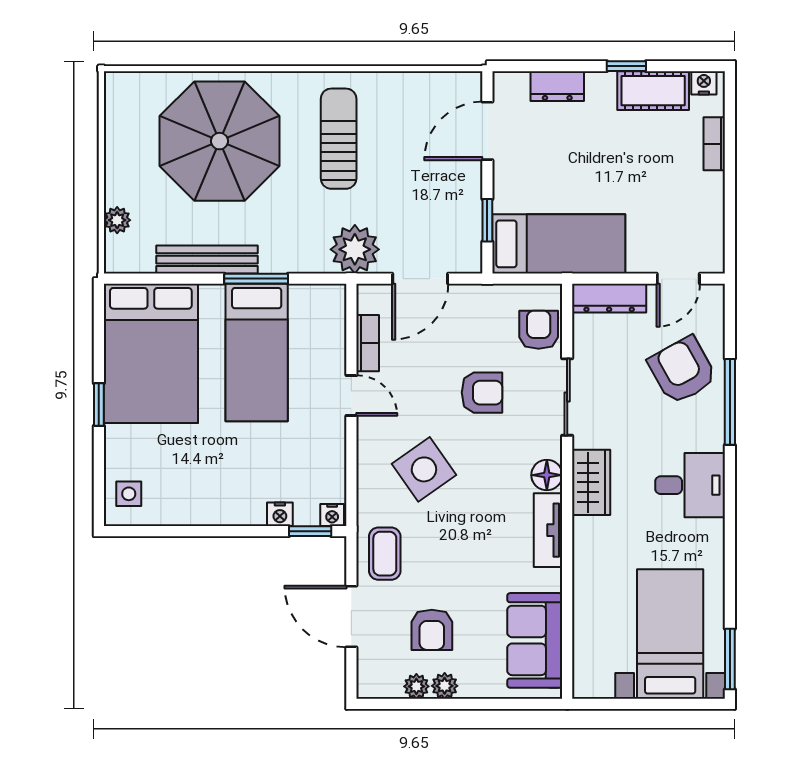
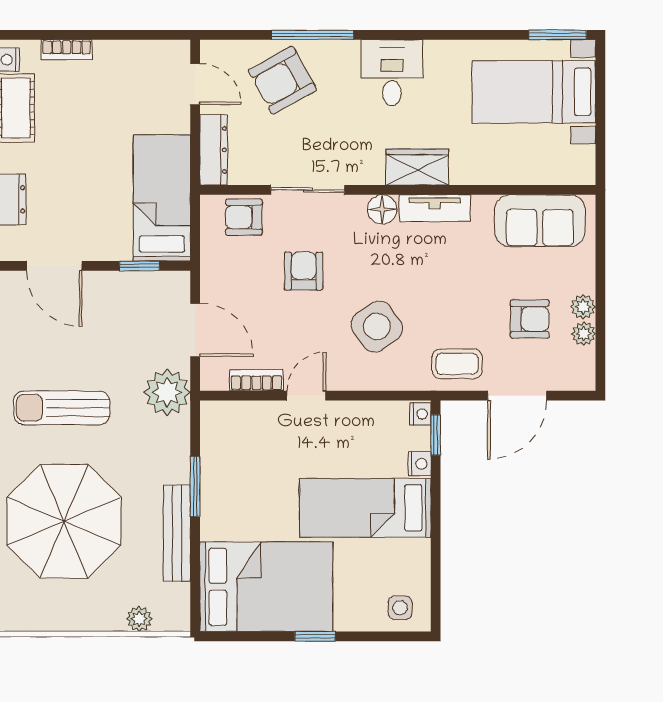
bed: (257, 353) -> (365, 508), moved, turned 180
wardrobe: (591, 482) -> (417, 167), moved

